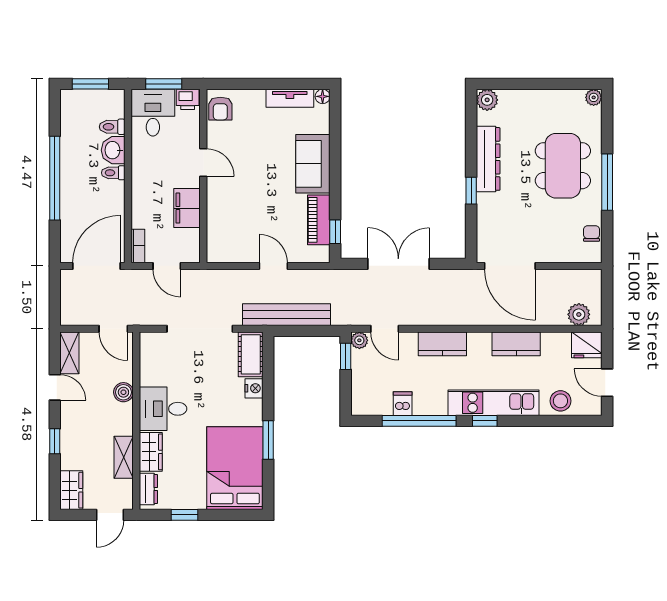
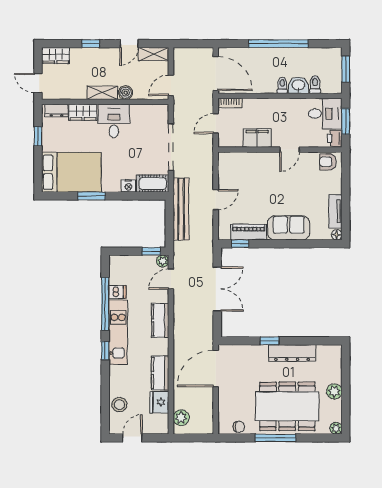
plant: (487, 100) -> (334, 391), moved
dining table: (563, 166) -> (287, 406), width x1.36, depth x1.24
fridge: (587, 345) -> (159, 402), moved
kitchen unit: (494, 403) -> (118, 332), moved
shelving: (124, 457) -> (102, 93), moved

